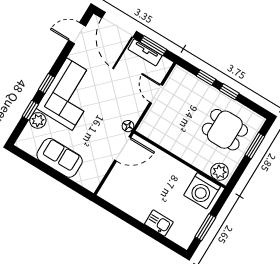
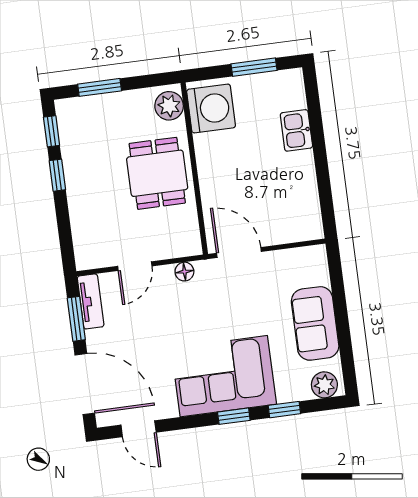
door: (119, 25) -> (85, 384), hinge flipped
tv unit: (145, 52) -> (91, 301), moved
window: (206, 78) -> (52, 131), moved
plant: (38, 120) -> (324, 385), moved
floor lamp: (128, 126) -> (184, 272), moved
dining table: (225, 130) -> (157, 173), moved

